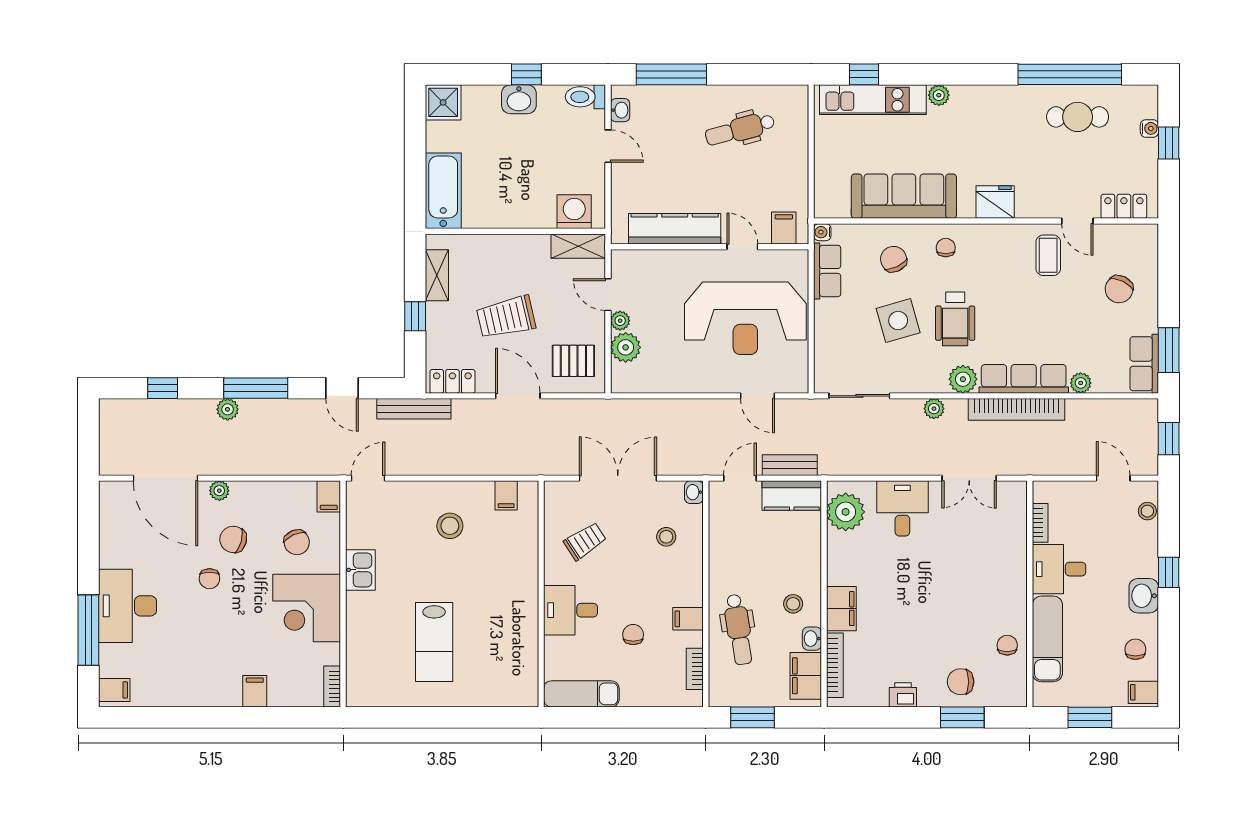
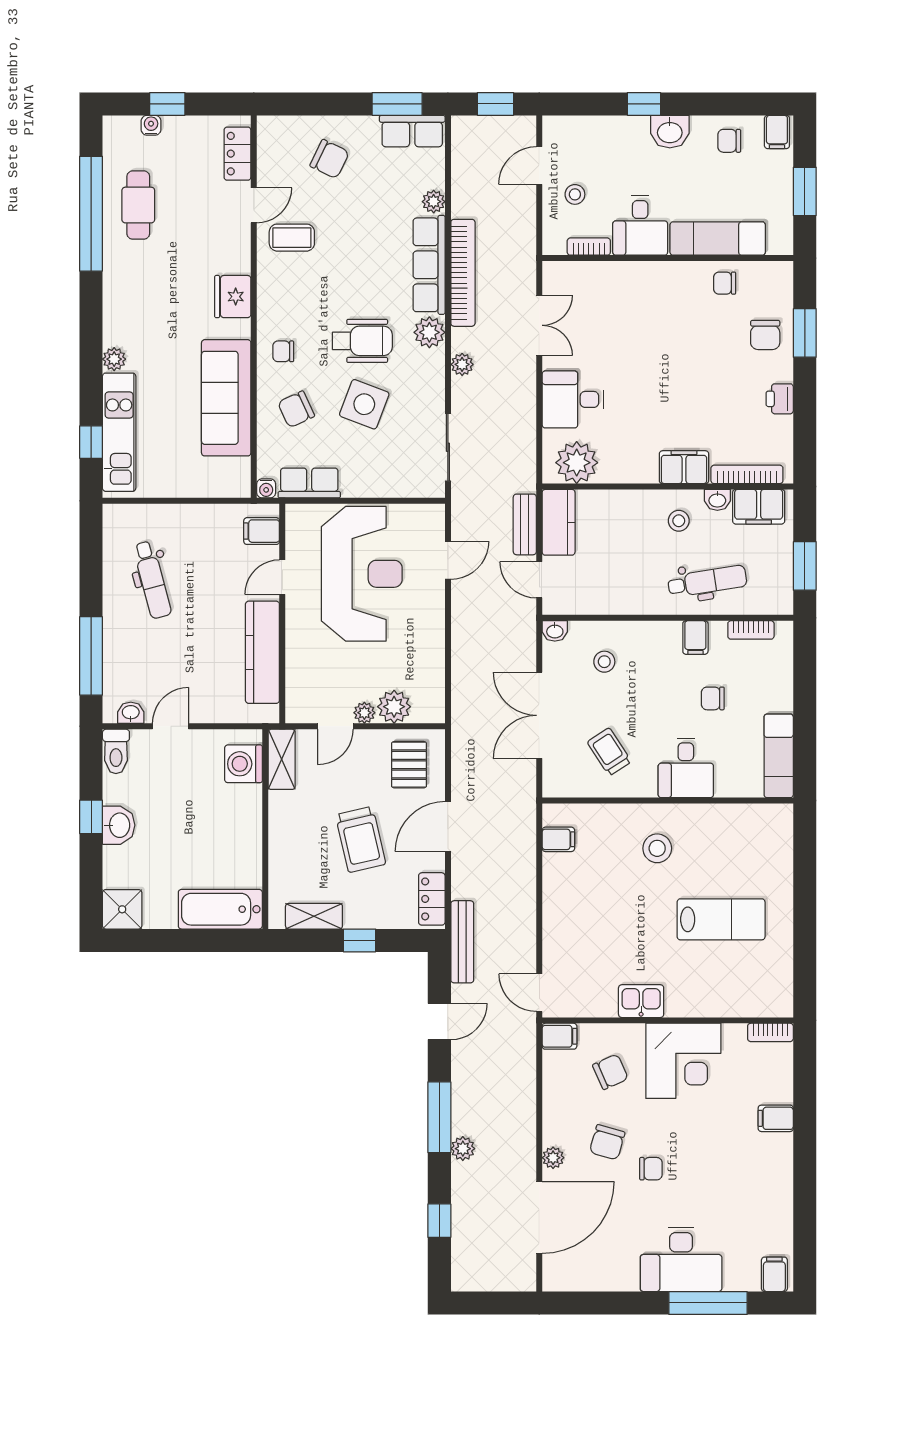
side table: (898, 321) -> (364, 404), turned 37
stool: (1147, 511) -> (575, 194), moved
stool: (450, 526) -> (657, 848), moved

